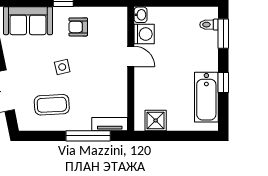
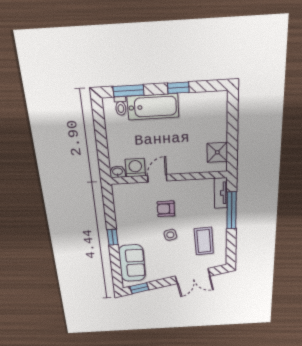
armchair: (78, 27) -> (166, 209), moved, turned 90
bathtub: (206, 97) -> (153, 107), moved

